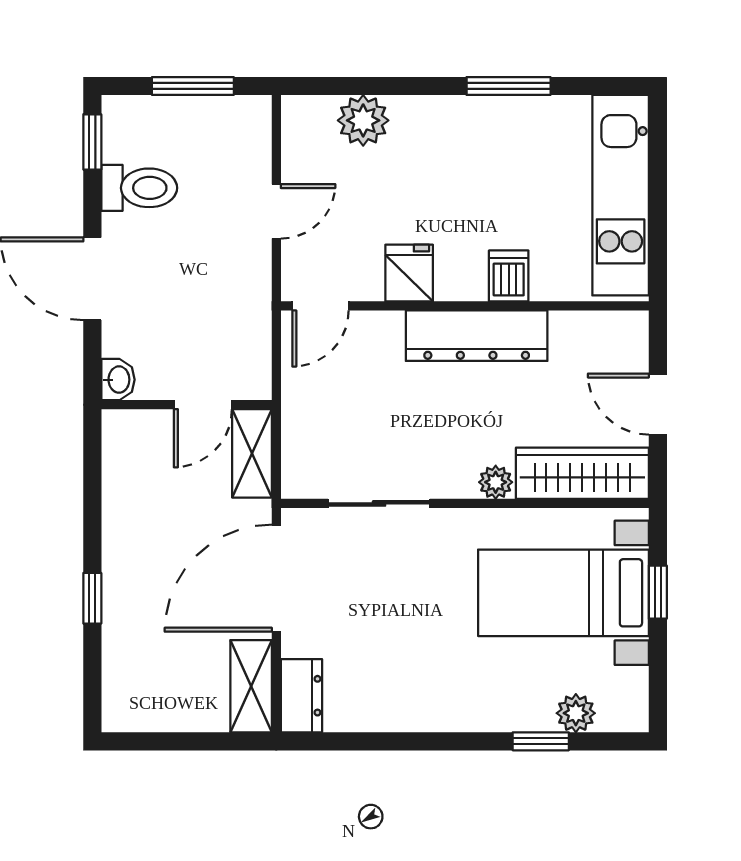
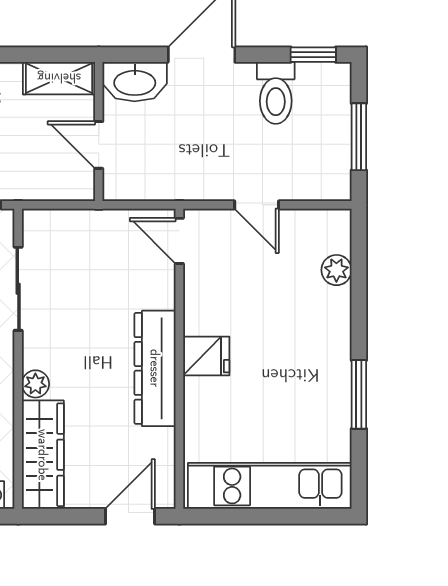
plant: (363, 120) -> (336, 270), width x0.73, depth x0.73
fridge: (409, 273) -> (206, 356), moved
dishwasher: (509, 276) -> (204, 395), removed
washbasin: (118, 380) -> (135, 82), width x1.91, depth x1.45
door: (658, 404) -> (130, 516), moved
shelving: (252, 453) -> (59, 78), moved

